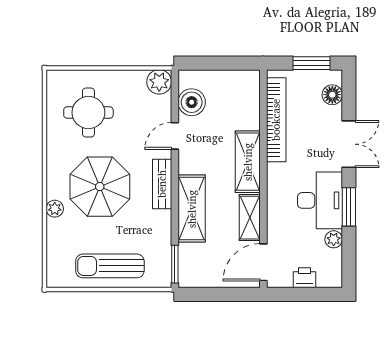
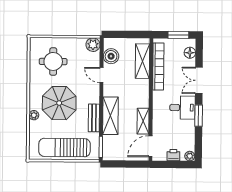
door: (175, 136) -> (101, 75), hinge flipped
double door: (349, 144) -> (199, 80), swing flipped
shelving: (248, 162) -> (142, 61), moved
bench: (162, 184) -> (94, 118), moved
desk: (320, 200) -> (182, 108), width x0.73
plant: (334, 239) -> (190, 156), moved
sun lounger: (110, 266) -> (64, 148), width x1.36, depth x1.34

